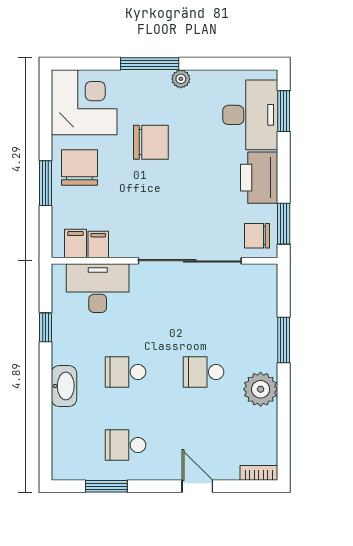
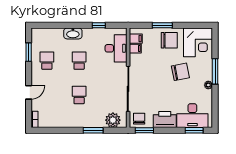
chair: (151, 142) -> (180, 72), turned -101
plant: (261, 389) -> (113, 120), moved

